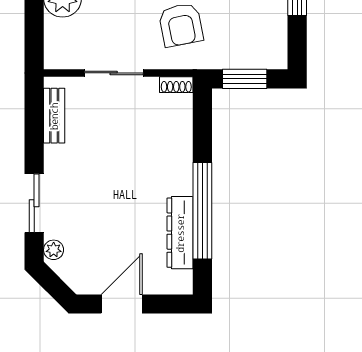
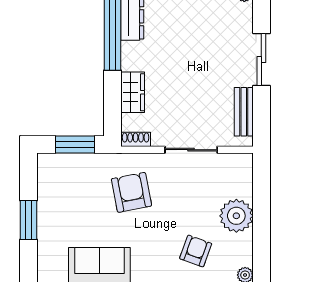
wardrobe: (180, 138) -> (133, 92), added
sliding door: (34, 203) -> (261, 60), moved

